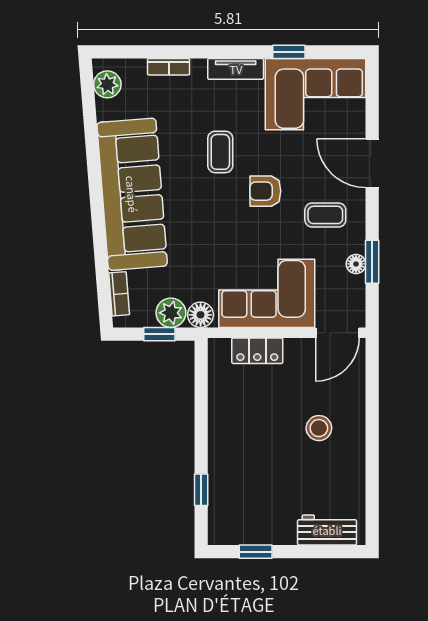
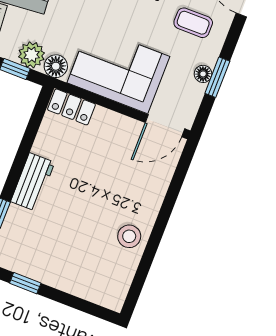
locker: (257, 351) -> (71, 107), moved
stool: (319, 428) -> (129, 236), moved
workbench: (327, 530) -> (33, 182), moved, turned 90

